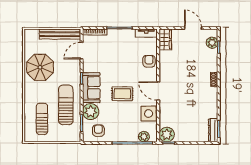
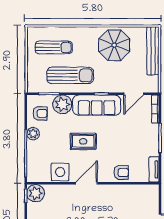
bench: (60, 34) -> (153, 51), moved
wardrobe: (165, 39) -> (147, 192), removed
door: (82, 51) -> (134, 94), swing flipped
sofa: (91, 88) -> (97, 105), width x1.36
rug: (122, 94) -> (83, 141), turned 90
plant: (144, 137) -> (33, 134), moved

